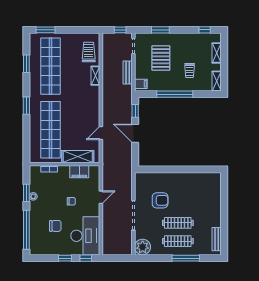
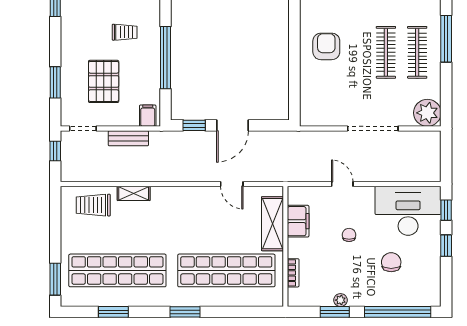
pallet: (161, 58) -> (104, 81), turned 90
armchair: (160, 200) -> (326, 46), moved

